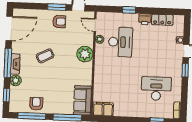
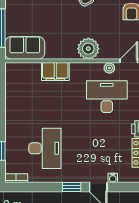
desk: (120, 42) -> (107, 97), turned 180
filing cabinet: (103, 109) -> (55, 72), moved, turned 90

